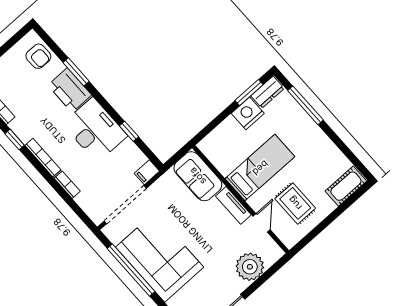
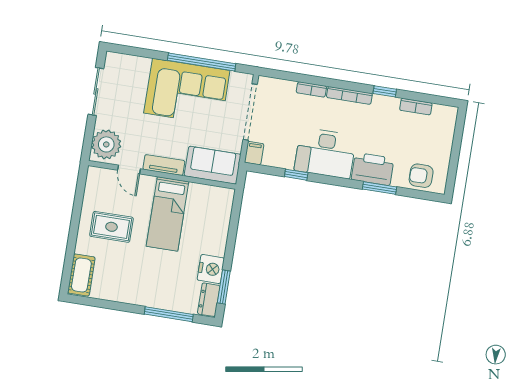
bed: (260, 168) -> (168, 214), moved
sofa: (198, 176) -> (213, 165), moved
wall: (241, 199) -> (162, 175), moved
tv unit: (233, 205) -> (164, 165), moved
door: (262, 223) -> (129, 170), moved

